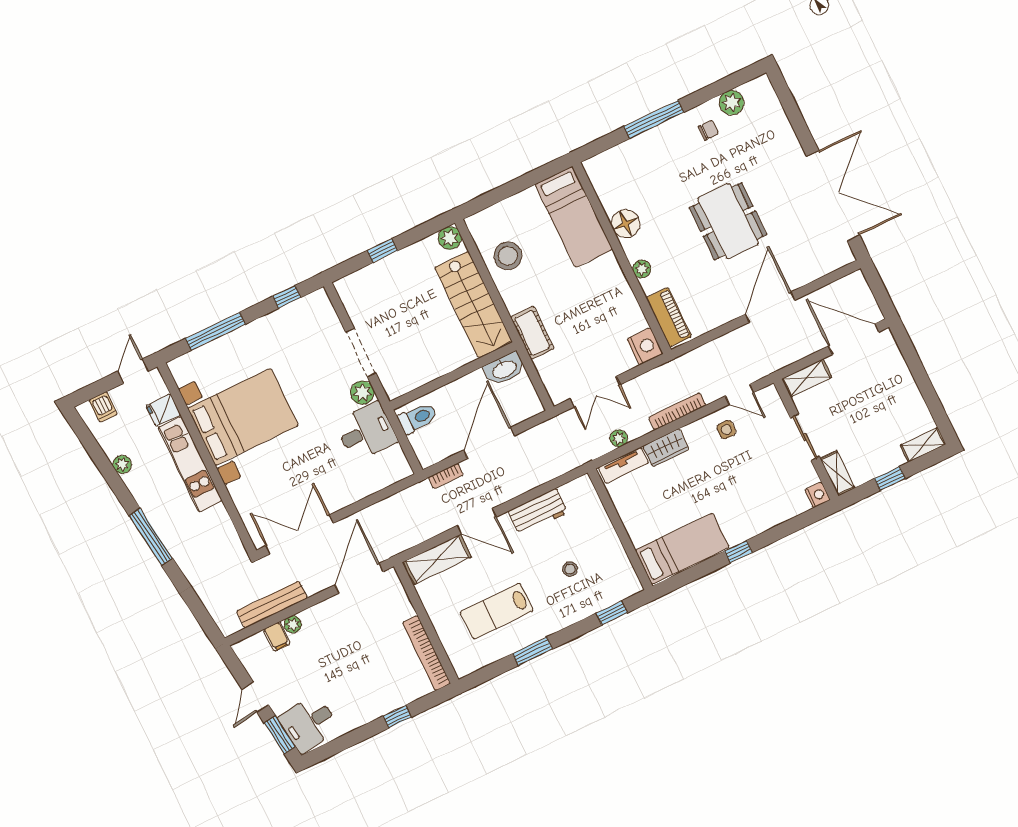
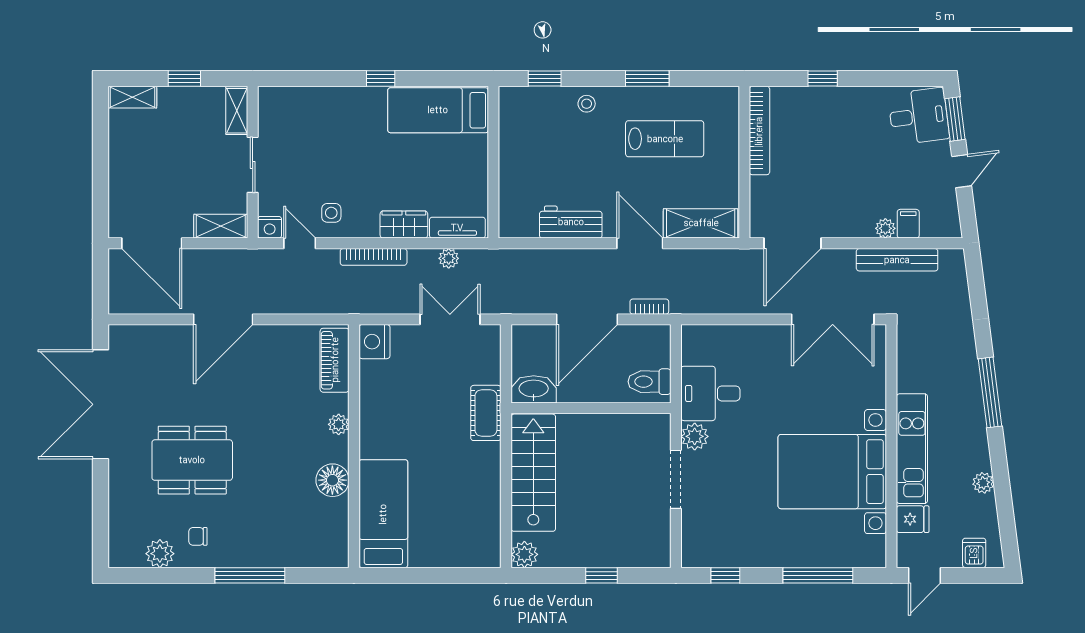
dining table: (728, 221) -> (192, 460), moved, turned 90
stool: (508, 256) -> (472, 506), removed
nightstand: (818, 495) -> (270, 227), moved, turned -90
stool: (570, 569) -> (587, 104), moved

